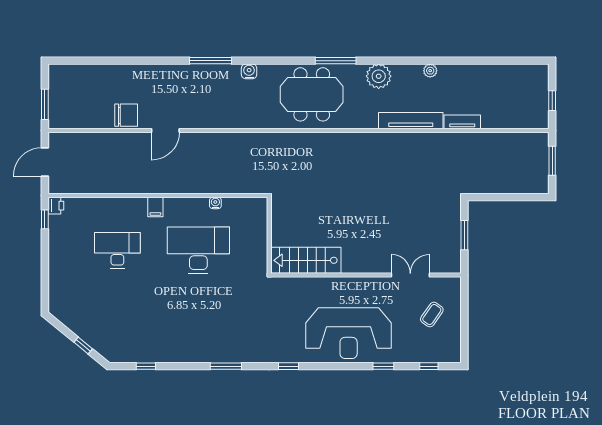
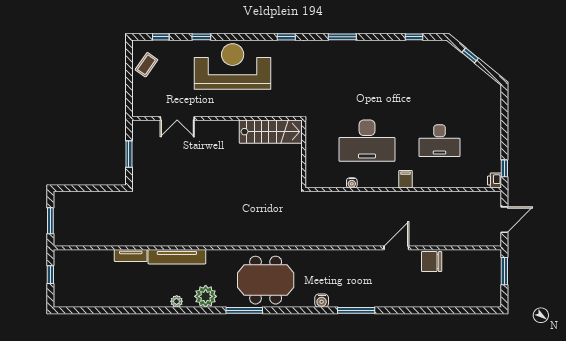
plant: (430, 71) -> (177, 301), moved
coffee table: (432, 315) -> (146, 65), moved

